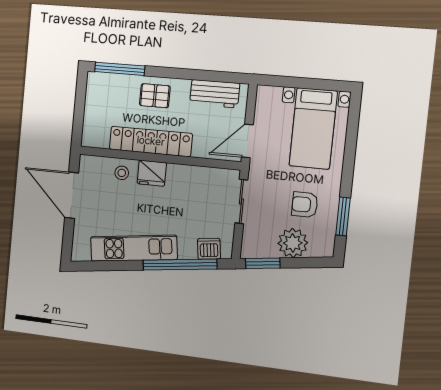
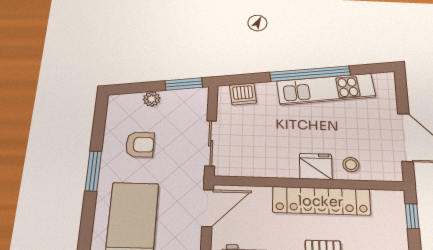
window: (78, 124) -> (412, 216), added
window: (343, 216) -> (93, 171), moved
plant: (293, 243) -> (152, 99), width x0.53, depth x0.53
window: (180, 265) -> (310, 74), moved

